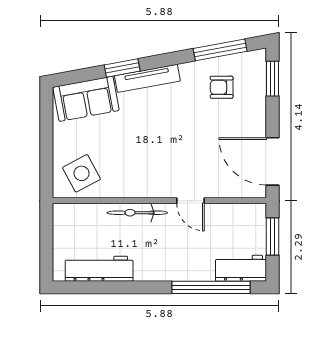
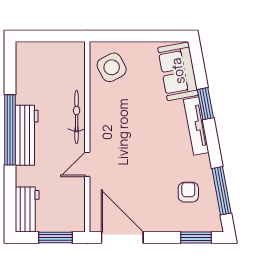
door: (273, 161) -> (122, 238), hinge flipped
workbench: (99, 269) -> (27, 135), moved
window: (211, 287) -> (10, 130), moved

